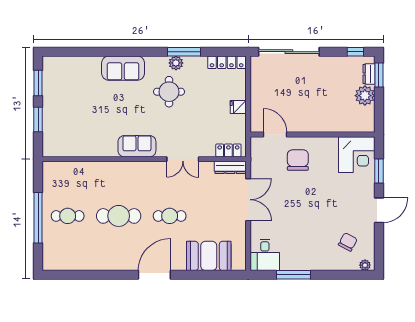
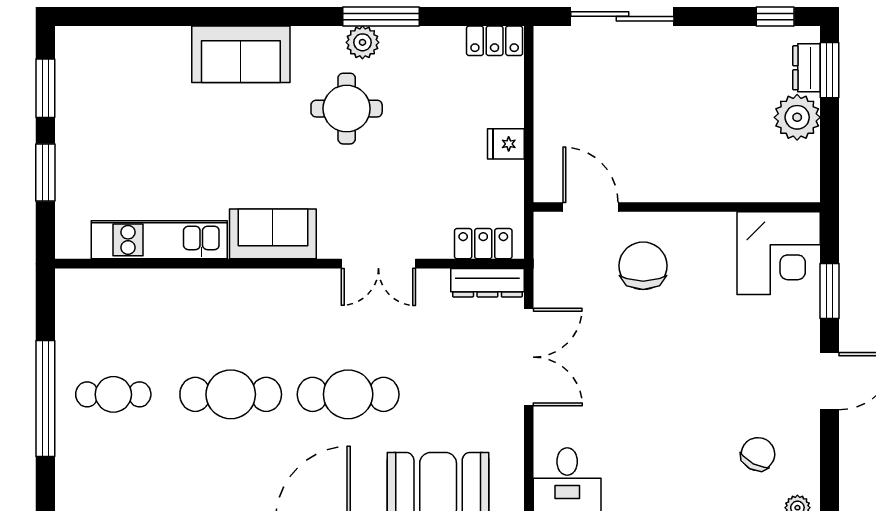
sliding door: (289, 52) -> (622, 16), width x0.73
locker: (227, 62) -> (495, 41), width x0.66
kitchen unit: (88, 149) -> (159, 240), added
cafe table: (170, 216) -> (348, 394), width x1.37, depth x1.35

